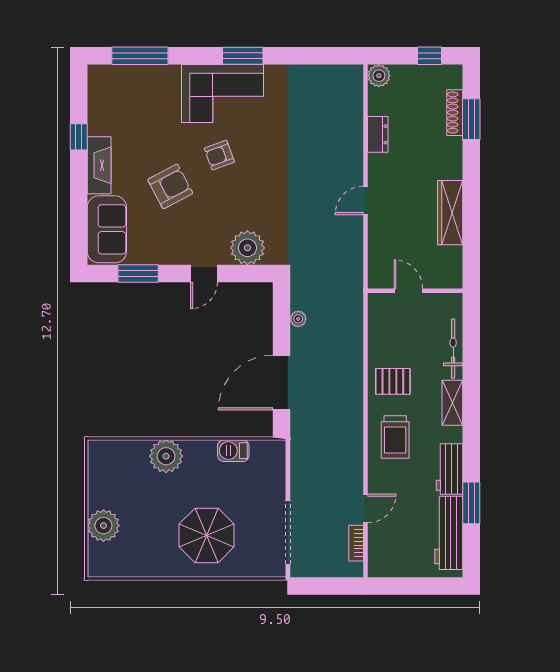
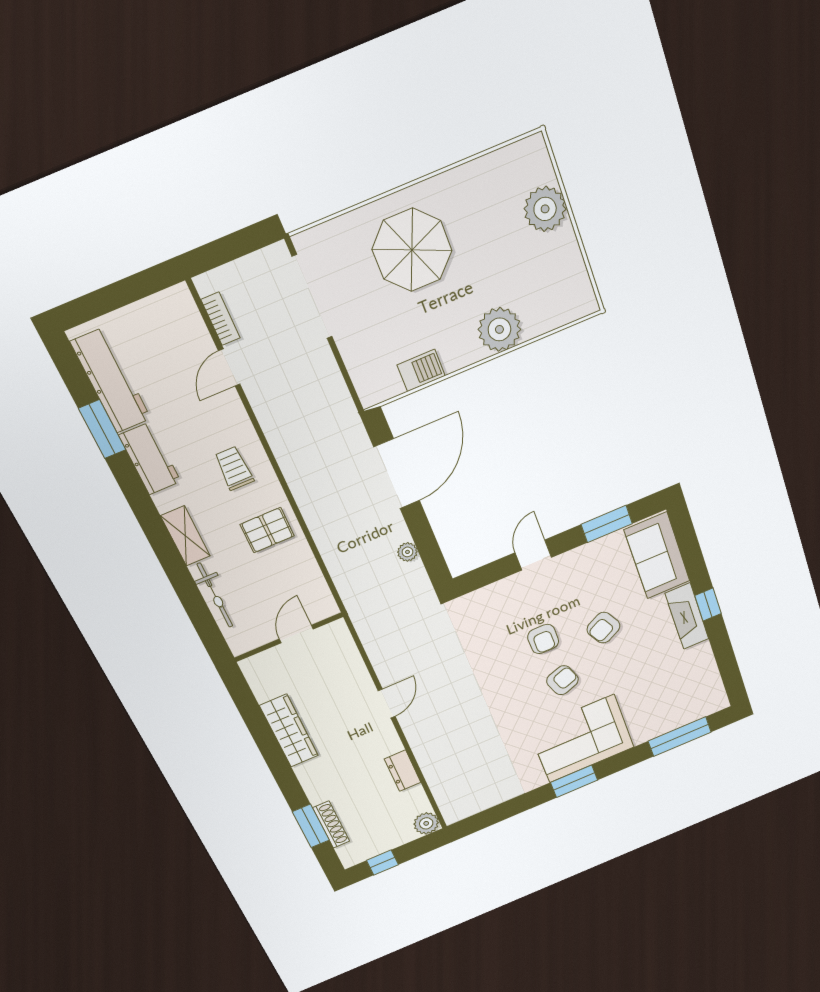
window: (79, 137) -> (708, 605), moved
armchair: (170, 186) -> (603, 628), width x0.72, depth x0.72
armchair: (222, 199) -> (543, 639), added
plant: (247, 248) -> (495, 602), removed
door: (408, 291) -> (296, 634), swing flipped
trolley: (395, 437) -> (234, 468), width x0.73, depth x0.72

